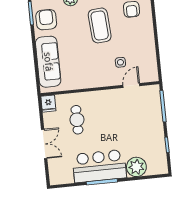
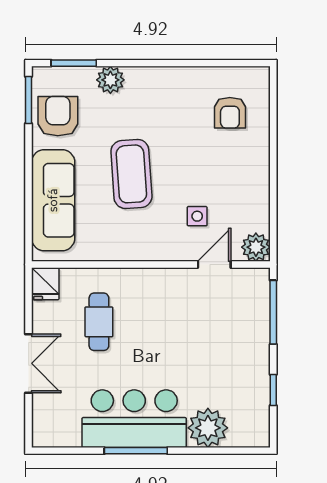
coffee table: (100, 25) -> (131, 174), moved
plant: (151, 75) -> (256, 247), added

